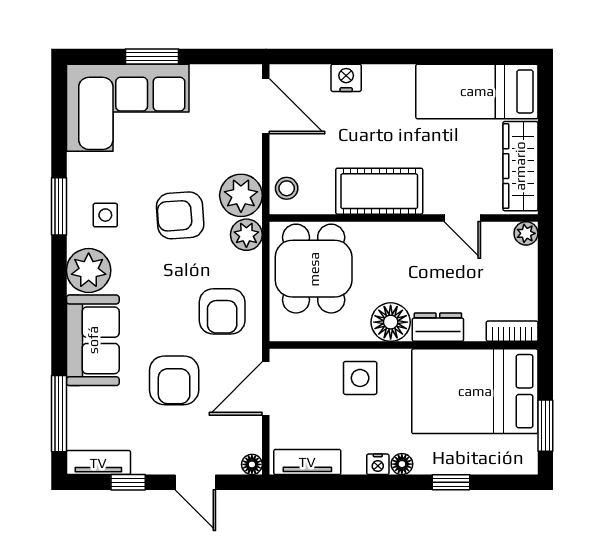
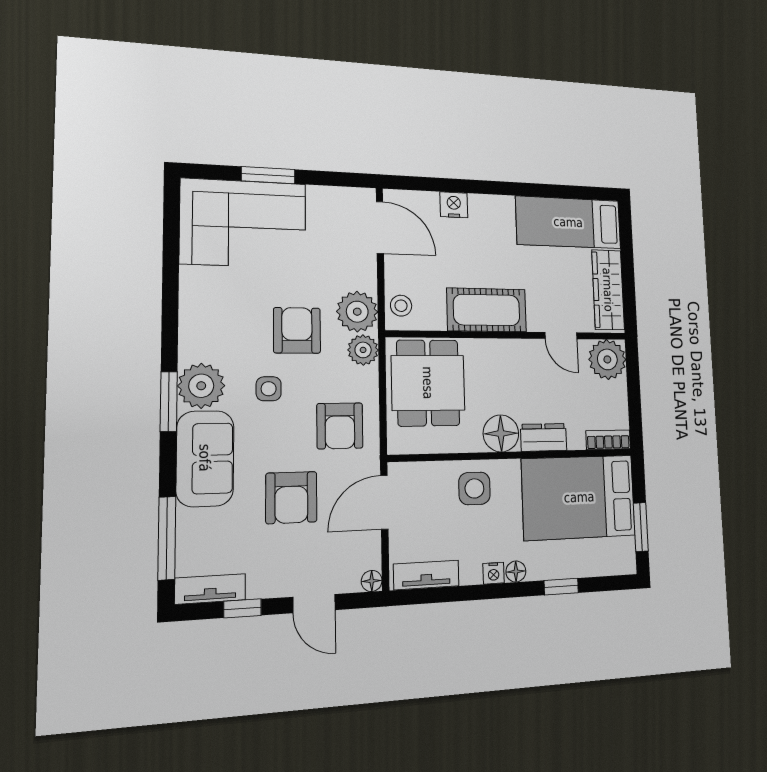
window: (59, 206) -> (169, 401), moved
side table: (105, 215) -> (269, 389), moved
armchair: (180, 215) -> (297, 330), turned 94
plant: (526, 233) -> (607, 359), width x1.88, depth x1.88

